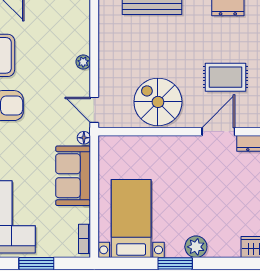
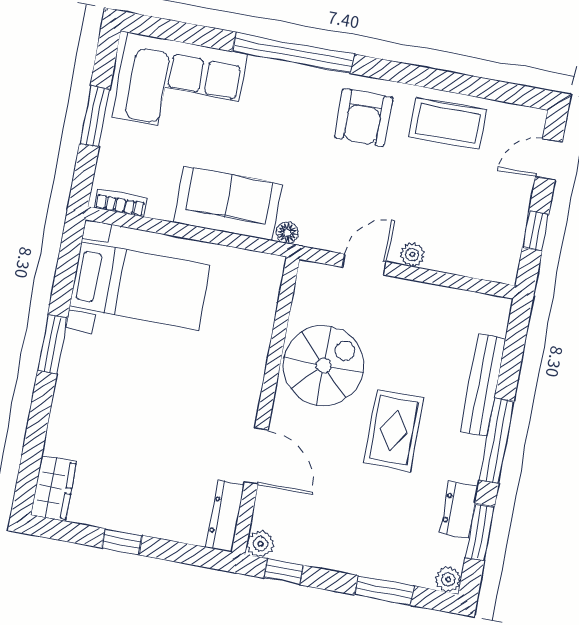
rug: (225, 77) -> (394, 430), moved
door: (94, 110) -> (364, 265), moved
plant: (196, 247) -> (73, 384), removed

